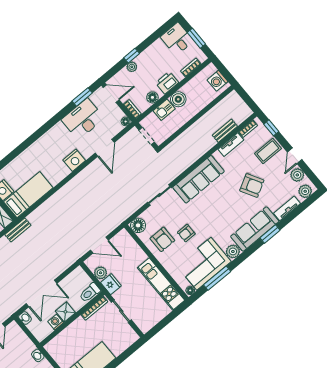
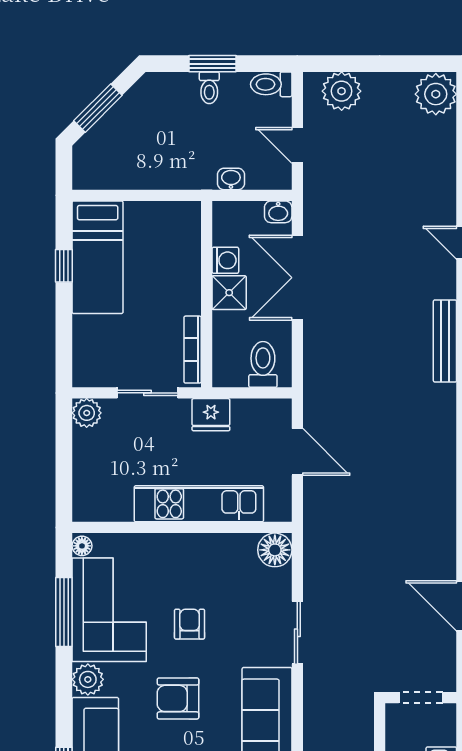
bench: (18, 230) -> (445, 341), width x1.36
armchair: (162, 239) -> (178, 698), moved
door: (99, 245) -> (297, 452), swing flipped
plant: (101, 273) -> (87, 413), moved
kitchen unit: (161, 284) -> (199, 504), moved
toilet: (90, 293) -> (263, 364), moved
washbasin: (38, 355) -> (231, 179), moved

